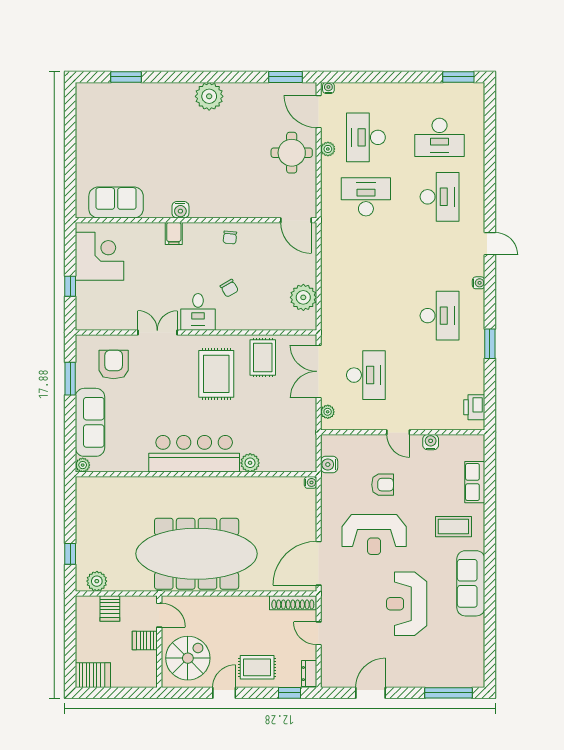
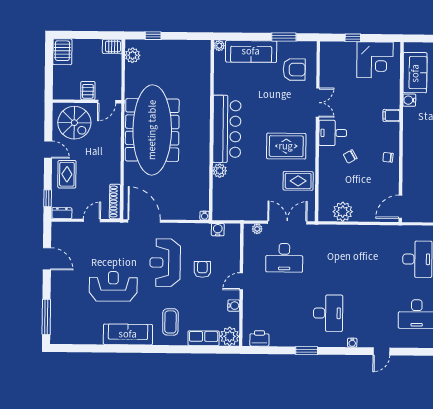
water cooler: (180, 210) -> (409, 100), moved
desk: (440, 316) -> (328, 313), turned -90
plant: (472, 447) -> (230, 336), added
armchair: (383, 485) -> (202, 269), turned 180
server rack: (110, 608) -> (112, 46), moved

